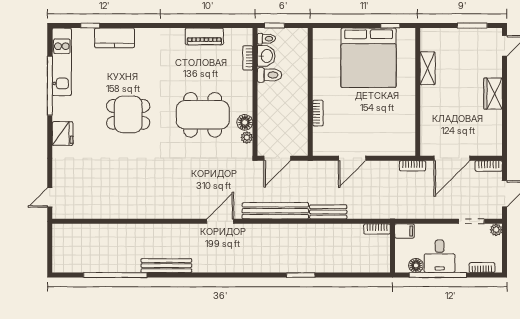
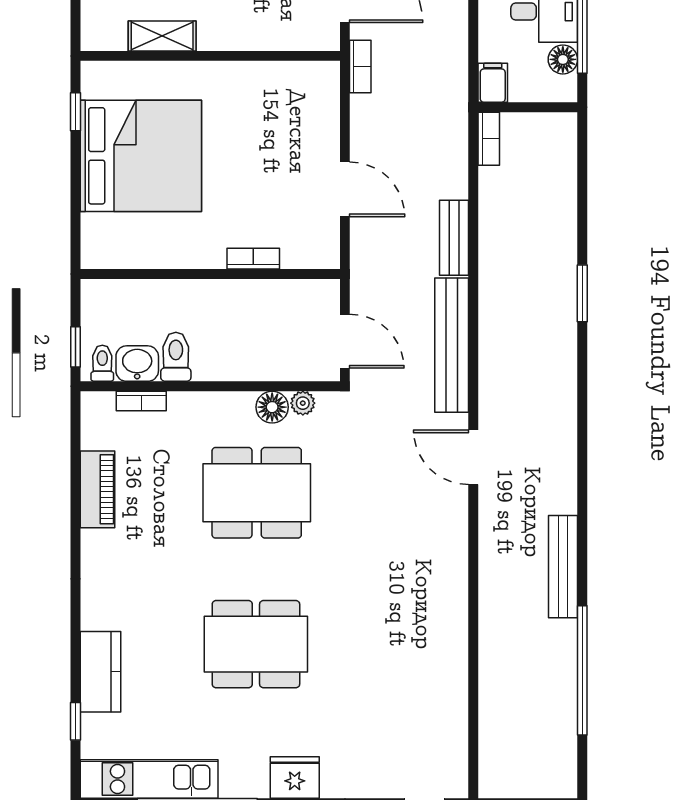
dining table: (128, 114) -> (256, 644), width x1.38
dining table: (203, 115) -> (257, 493), turned 90

